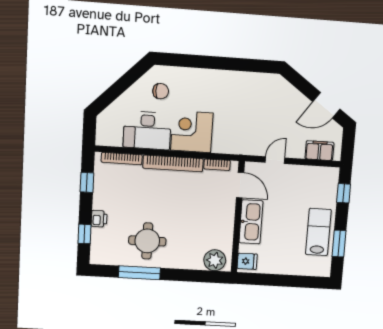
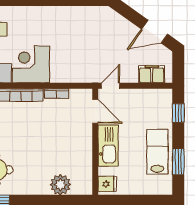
door: (240, 185) -> (95, 111), moved
wall: (238, 217) -> (95, 142), moved
kitchen sink: (251, 222) -> (108, 146), moved
fridge: (247, 261) -> (107, 184), moved

